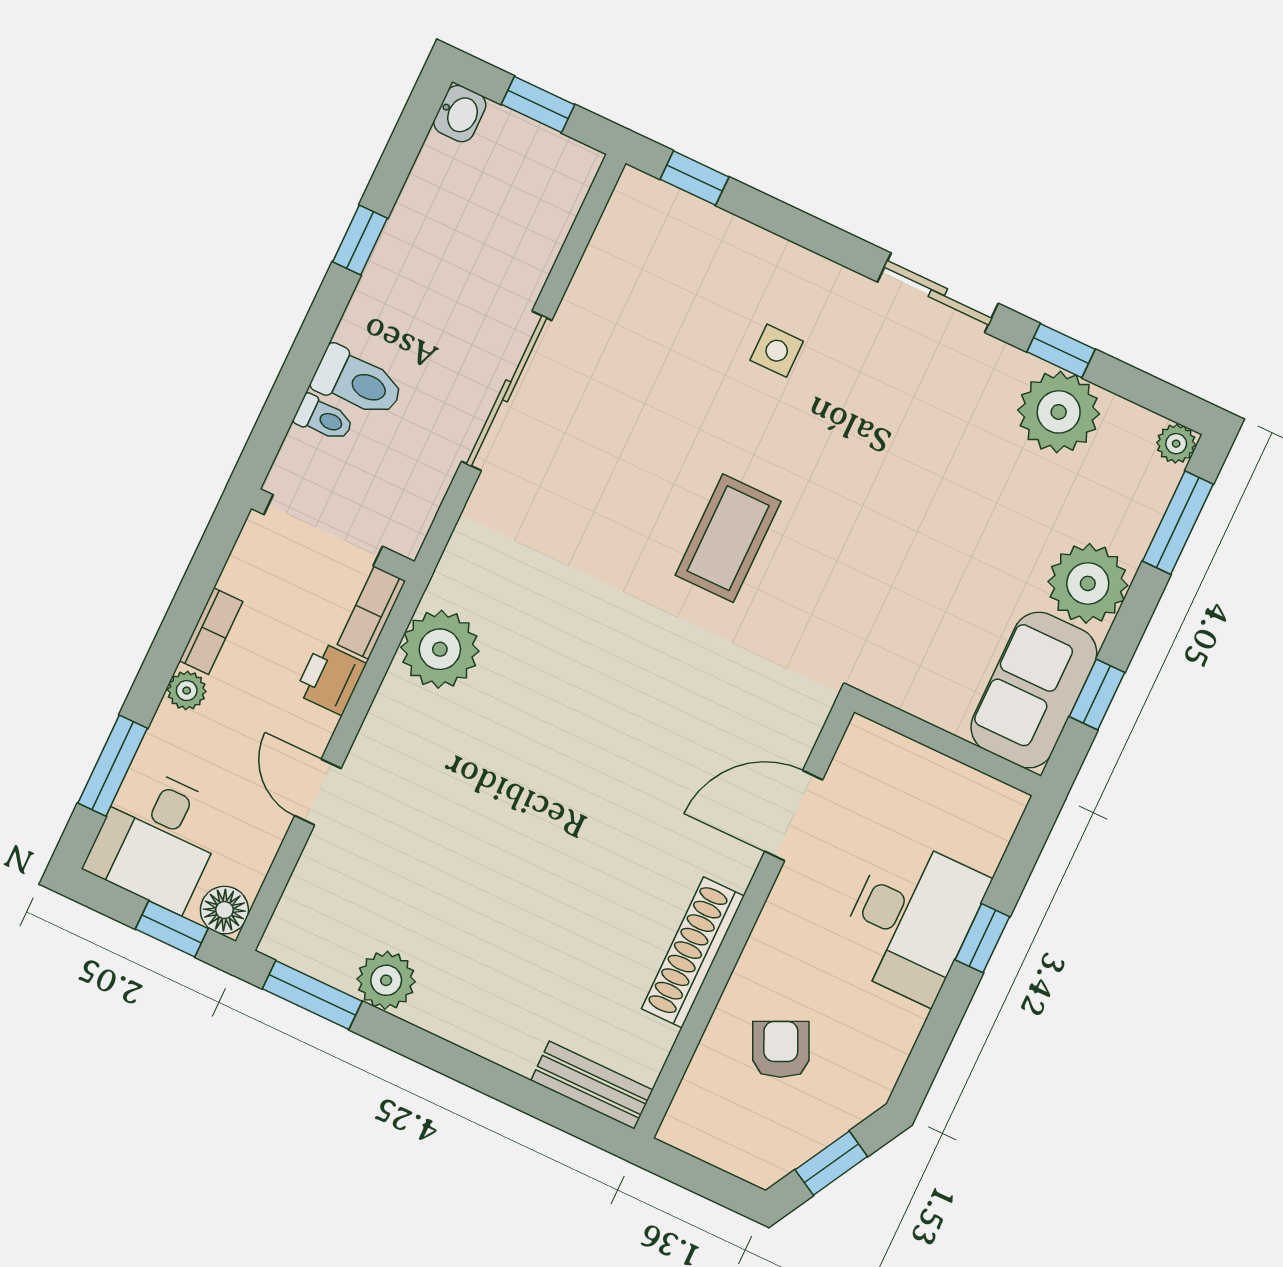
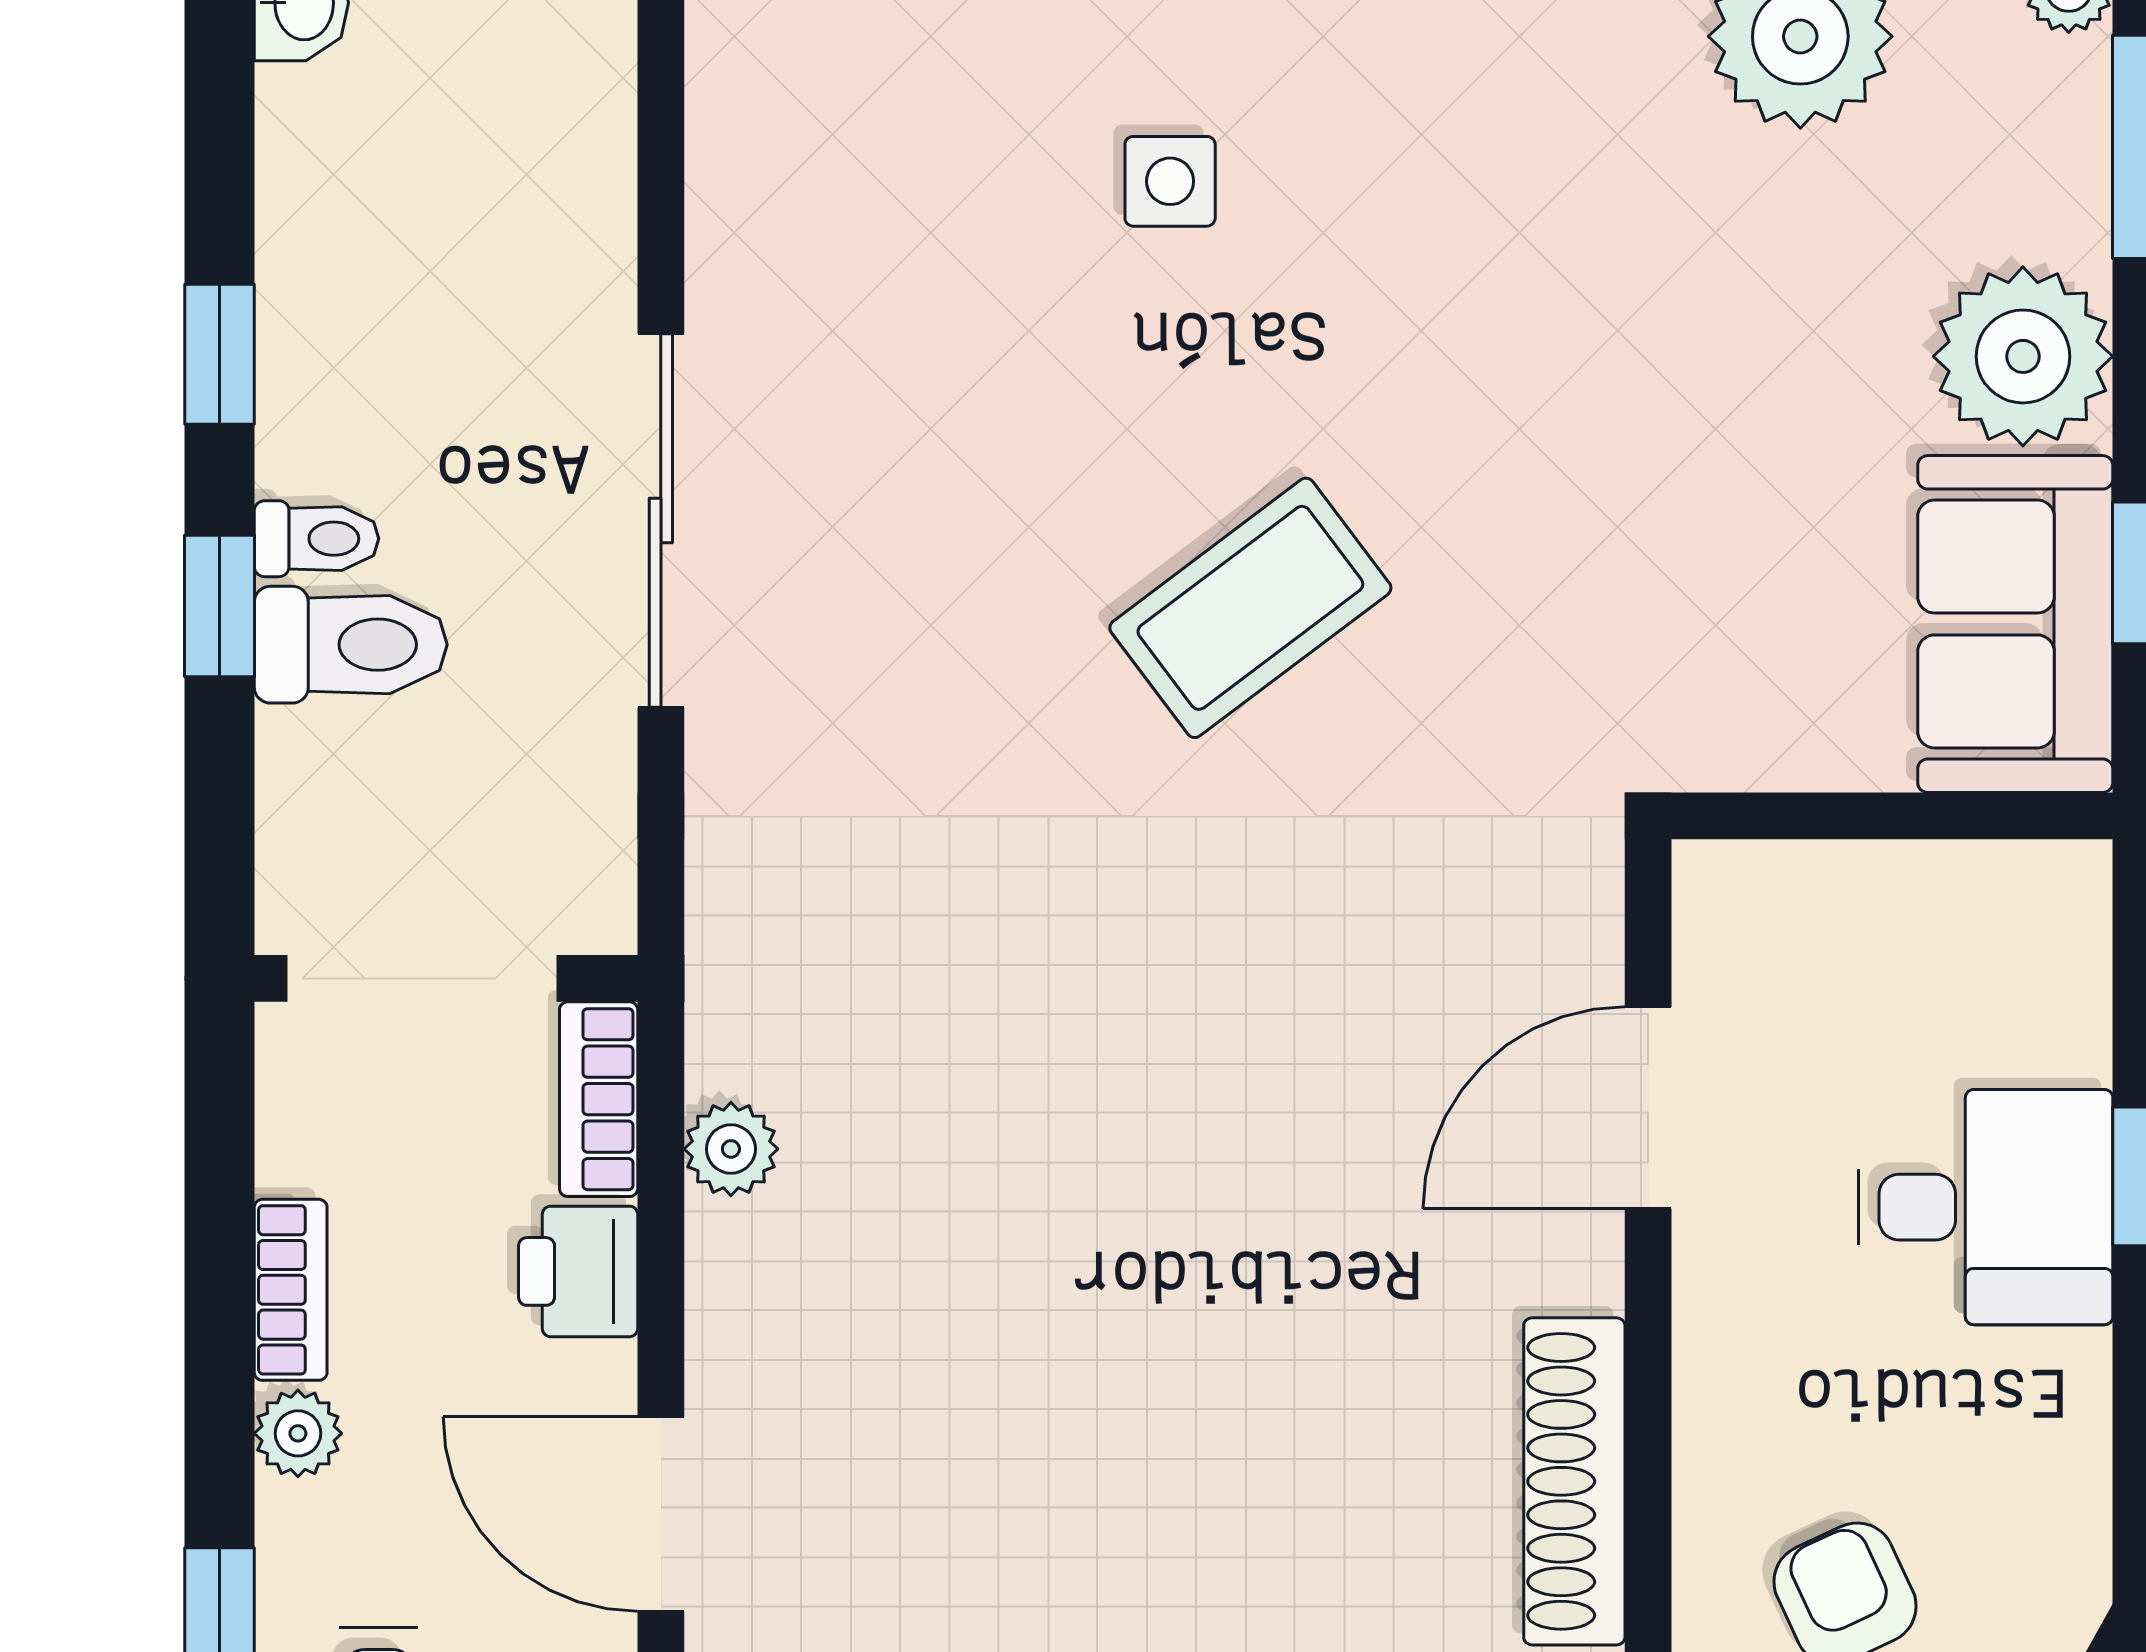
window: (312, 342) -> (220, 606), added
toilet: (324, 418) -> (316, 539), moved
coffee table: (728, 538) -> (1250, 608), turned 53
plant: (440, 649) -> (731, 1149), width x0.53, depth x0.53
door: (318, 792) -> (661, 1514), width x1.37
desk: (911, 920) -> (1986, 1207), width x0.73

